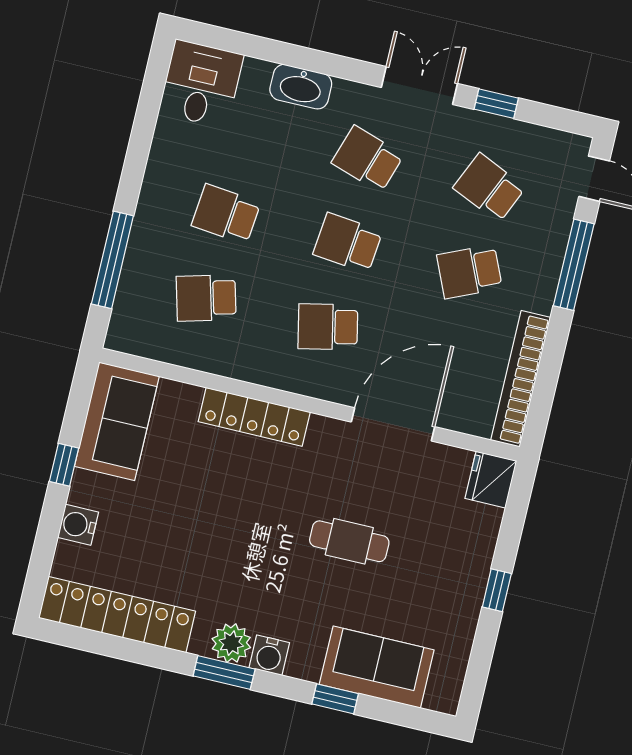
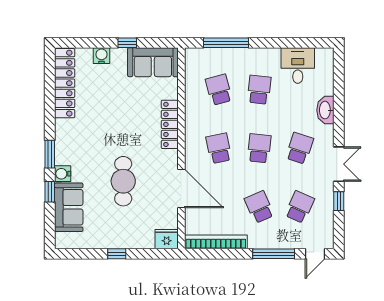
desk: (201, 84) -> (298, 66), moved, turned -90
cafe table: (349, 541) -> (123, 181), width x1.37, depth x1.35
plant: (231, 643) -> (64, 138), removed
water cooler: (269, 655) -> (63, 174), moved
window: (224, 673) -> (50, 154), moved

